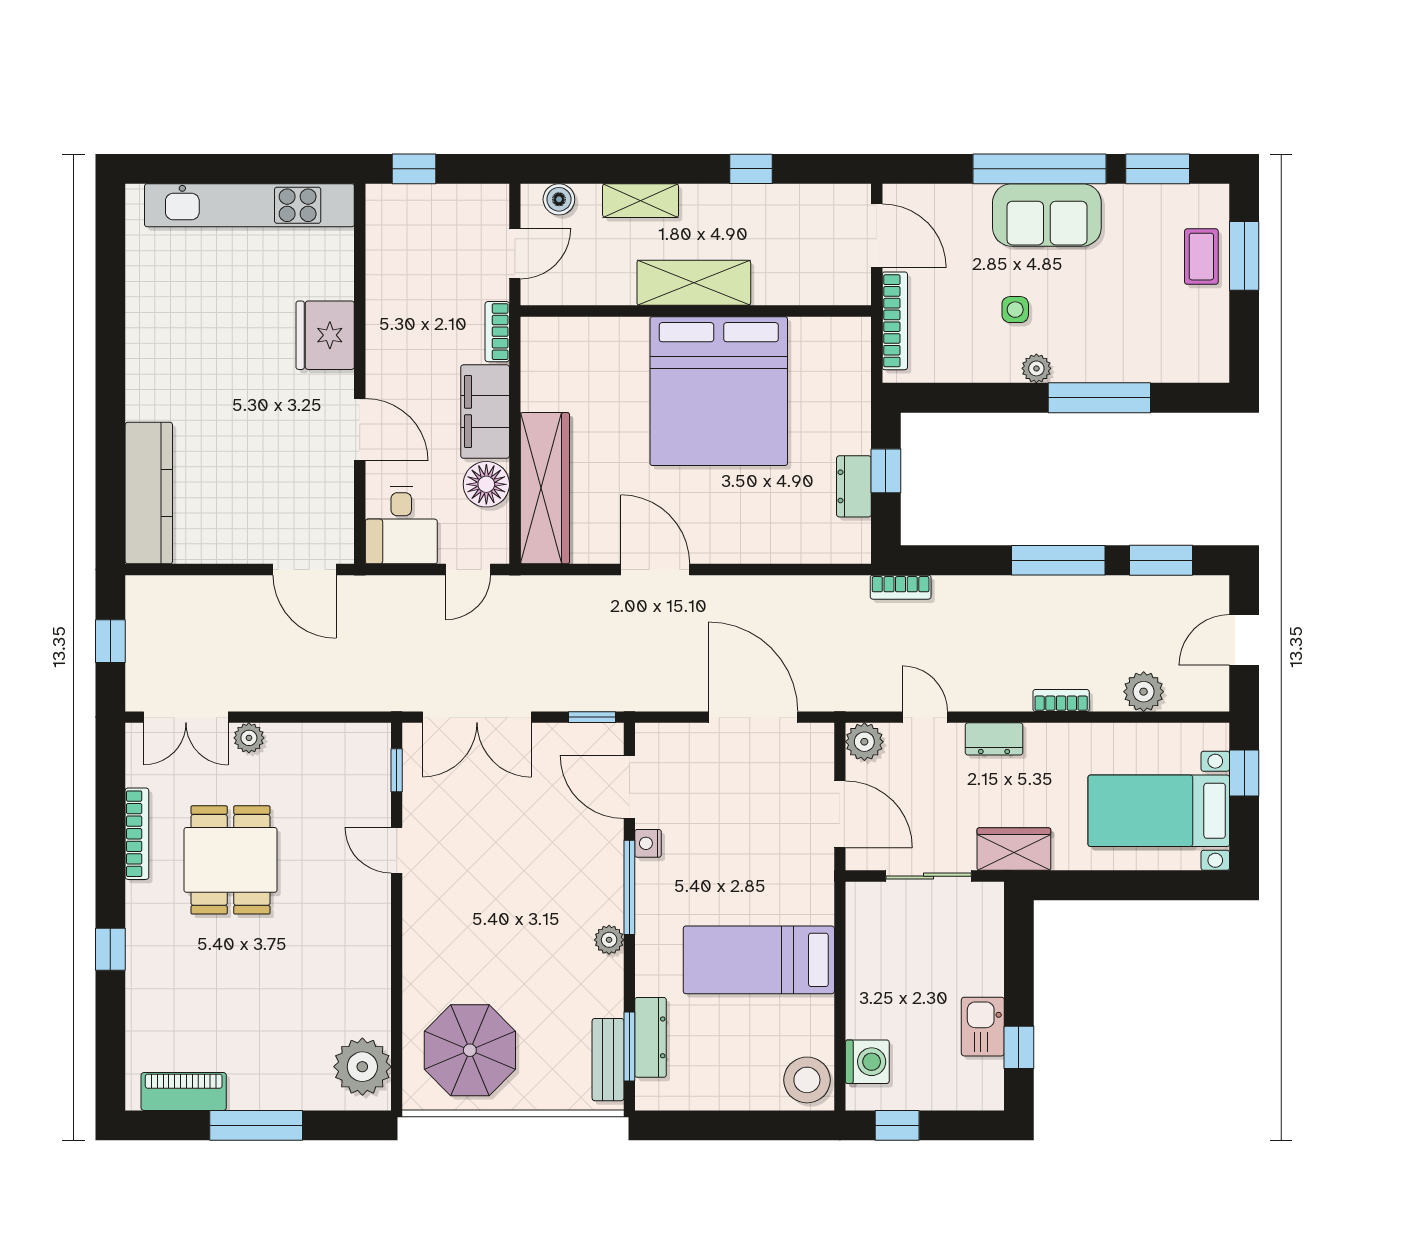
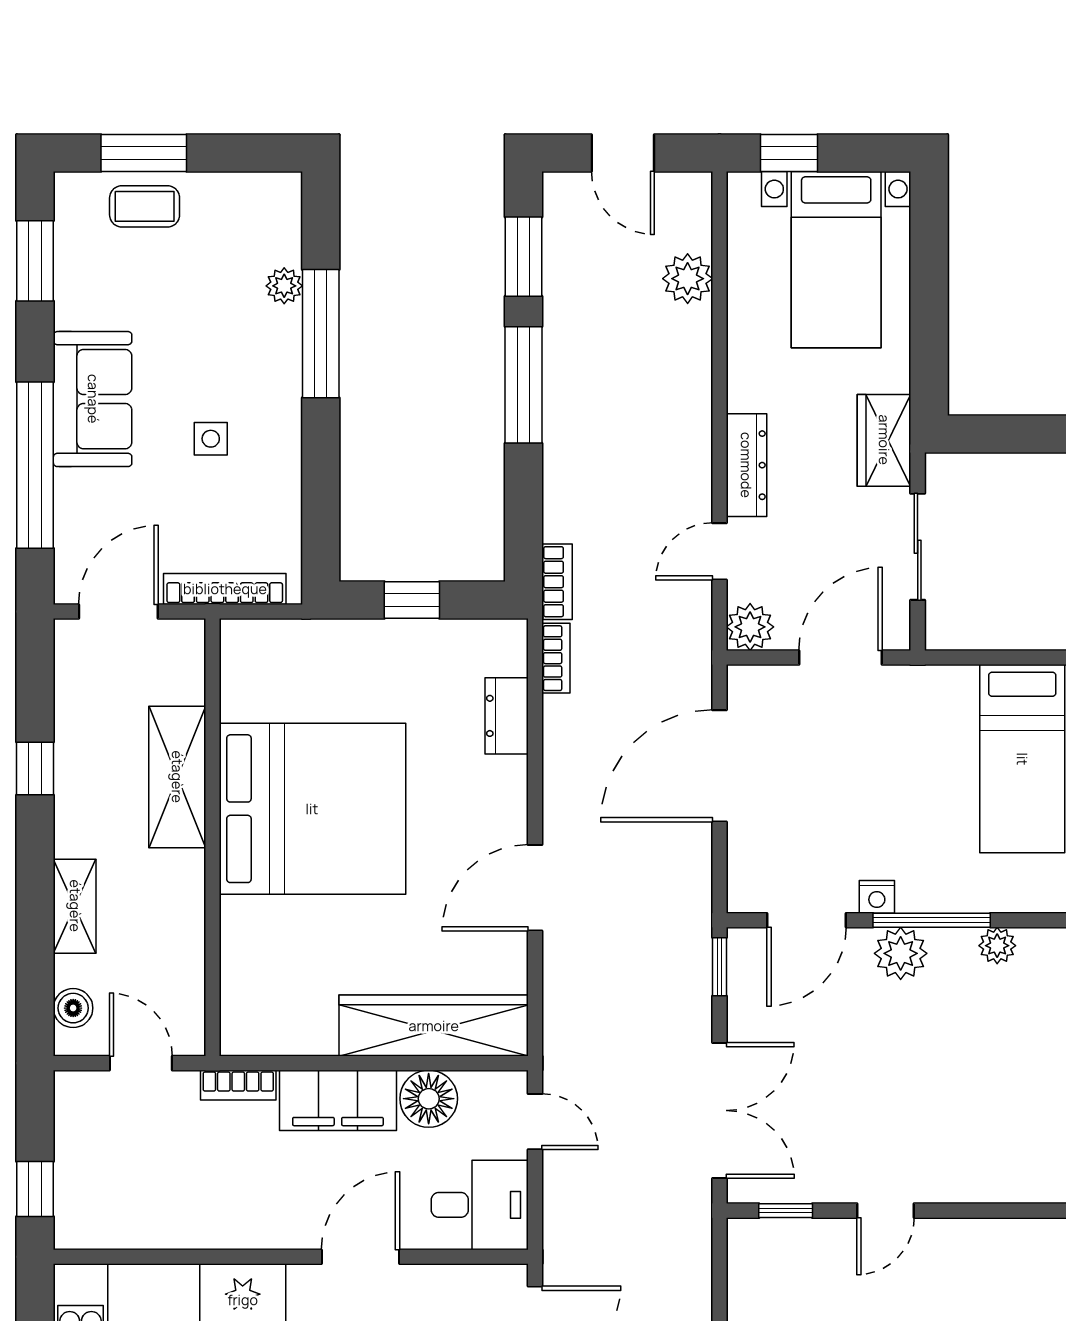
window: (1039, 169) -> (35, 465), moved
shelving: (694, 283) -> (177, 777), moved
plant: (1036, 368) -> (284, 286), moved
dresser: (854, 486) -> (507, 716), moved, turned 90
bookcase: (1061, 700) -> (556, 658), moved, turned 180
dresser: (994, 739) -> (746, 465), width x1.44
plant: (603, 862) -> (901, 953), added

